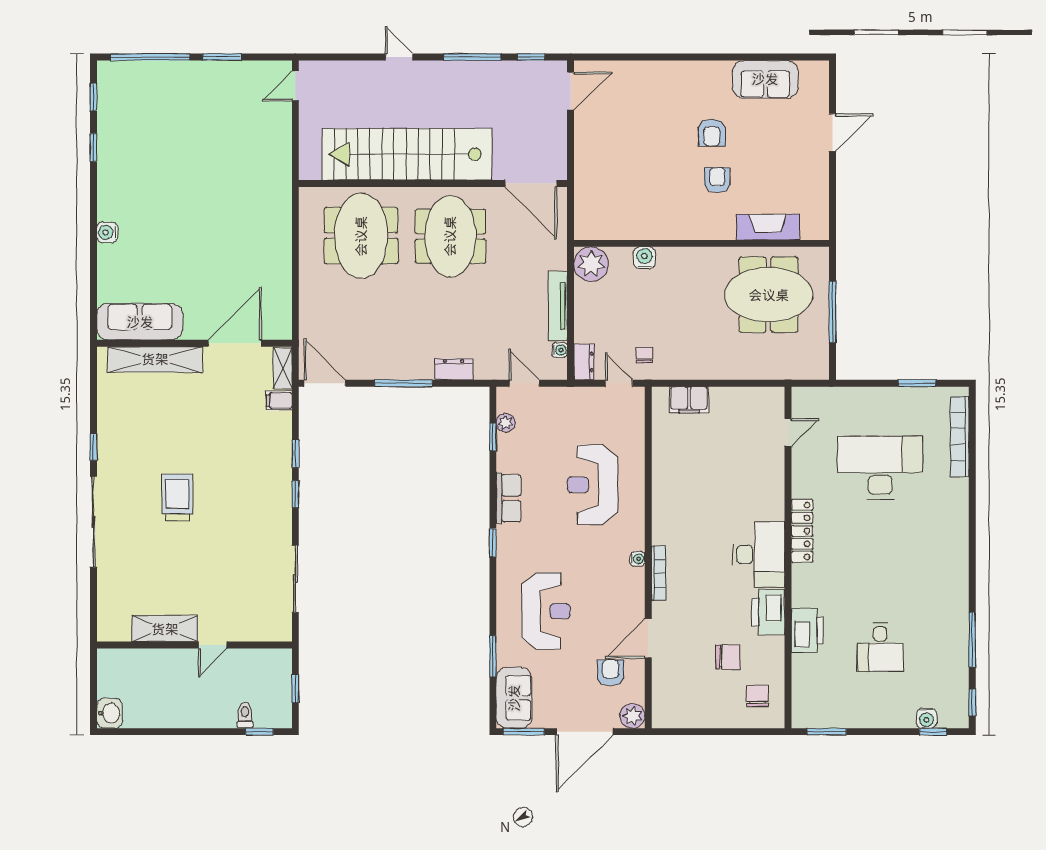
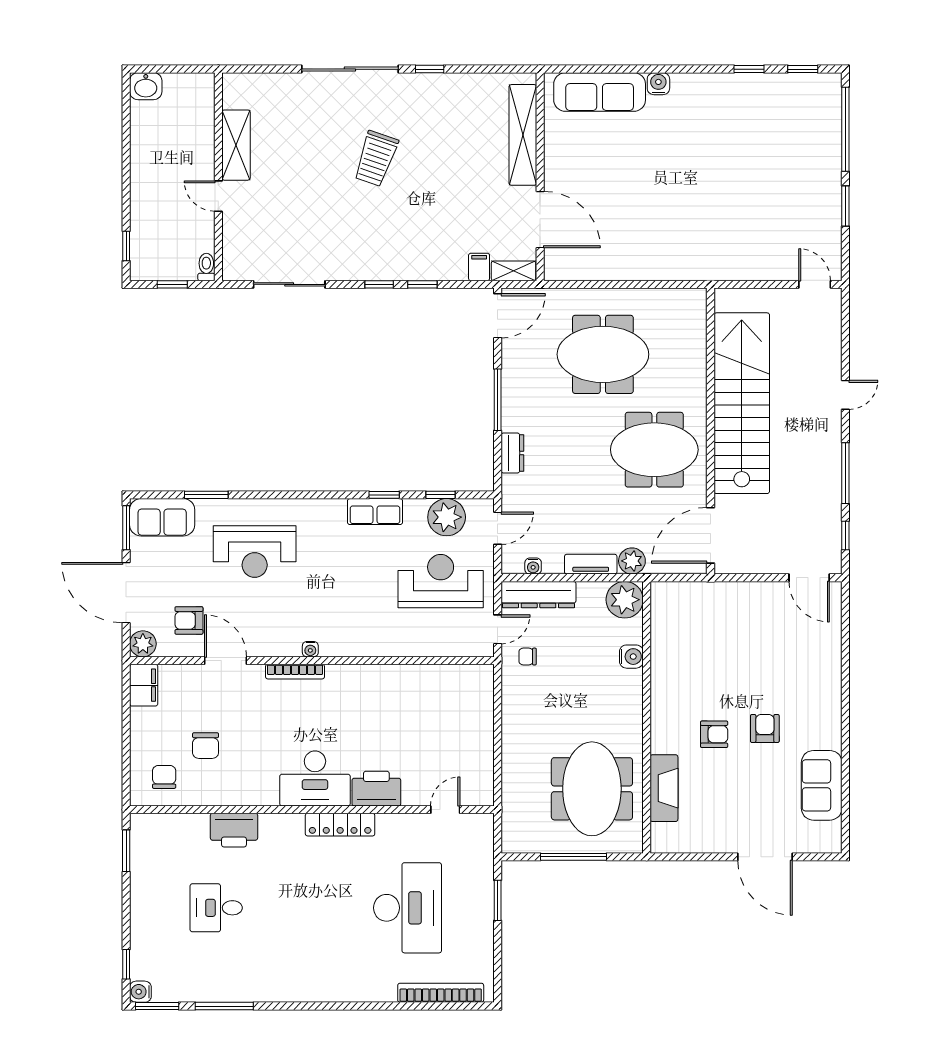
door: (832, 132) -> (765, 857), width x1.36
armchair: (712, 133) -> (765, 728), turned 90
meeting table: (361, 236) -> (603, 354), moved
plant: (555, 257) -> (632, 561), added
tv unit: (558, 306) -> (591, 564), width x0.71
sofa: (140, 322) -> (600, 92), moved, turned 90
chair: (644, 355) -> (528, 657), turned 180
dresser: (584, 362) -> (538, 595), width x1.96, depth x1.24
window: (917, 383) -> (498, 900), moved
filing cabinet: (689, 400) -> (144, 685), moved, turned 180
plant: (506, 423) -> (447, 517), width x1.88, depth x1.88
door: (788, 432) -> (445, 810), swing flipped
reception desk: (592, 485) -> (441, 581), moved
trolley: (177, 497) -> (376, 159), turned 109
window: (493, 543) -> (384, 495), moved
printer: (768, 612) -> (376, 789), moved
armchair: (611, 673) -> (189, 620), turned 180
chair: (757, 696) -> (164, 777), turned -90
window: (972, 703) -> (157, 1006), width x1.50
toilet: (245, 715) -> (206, 267), moved, turned -90
water cooler: (926, 718) -> (140, 992), moved

